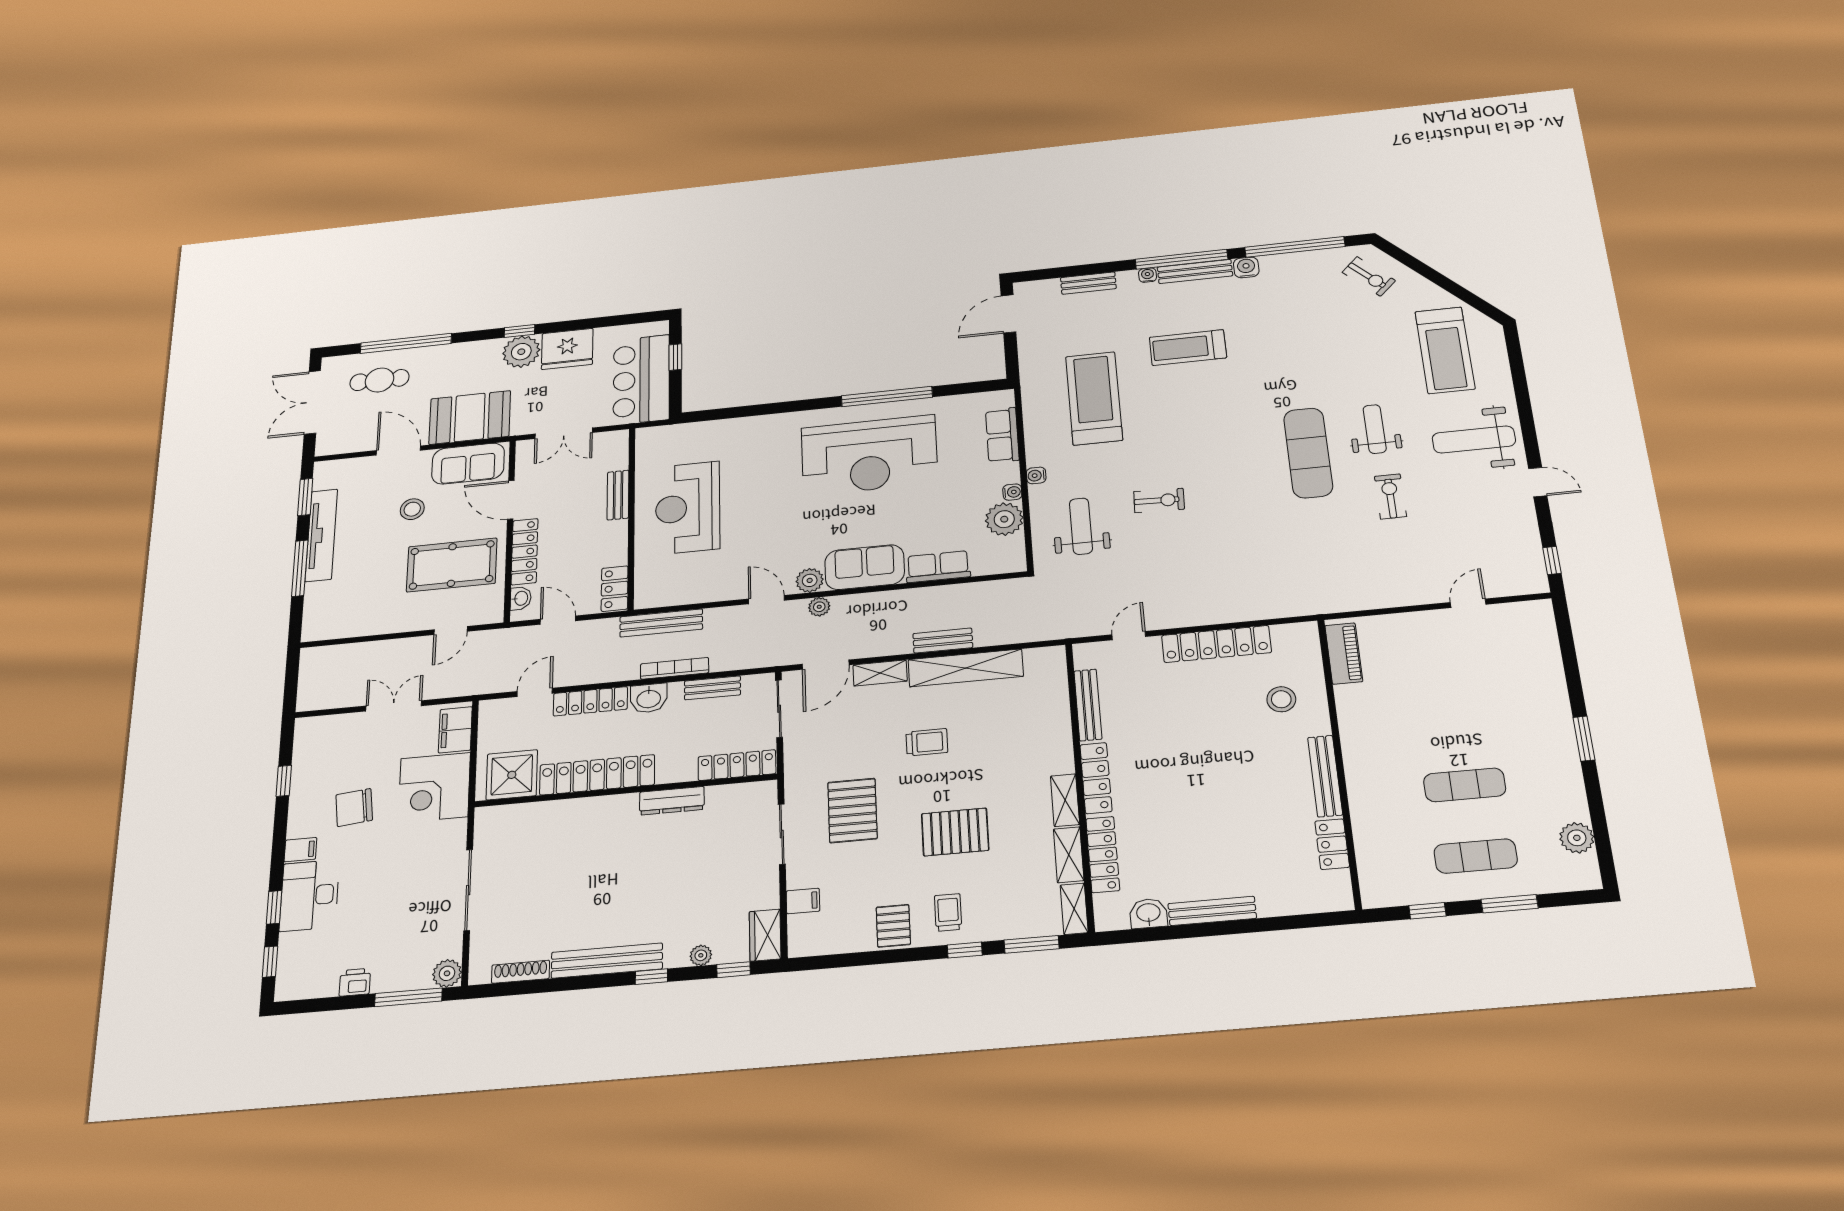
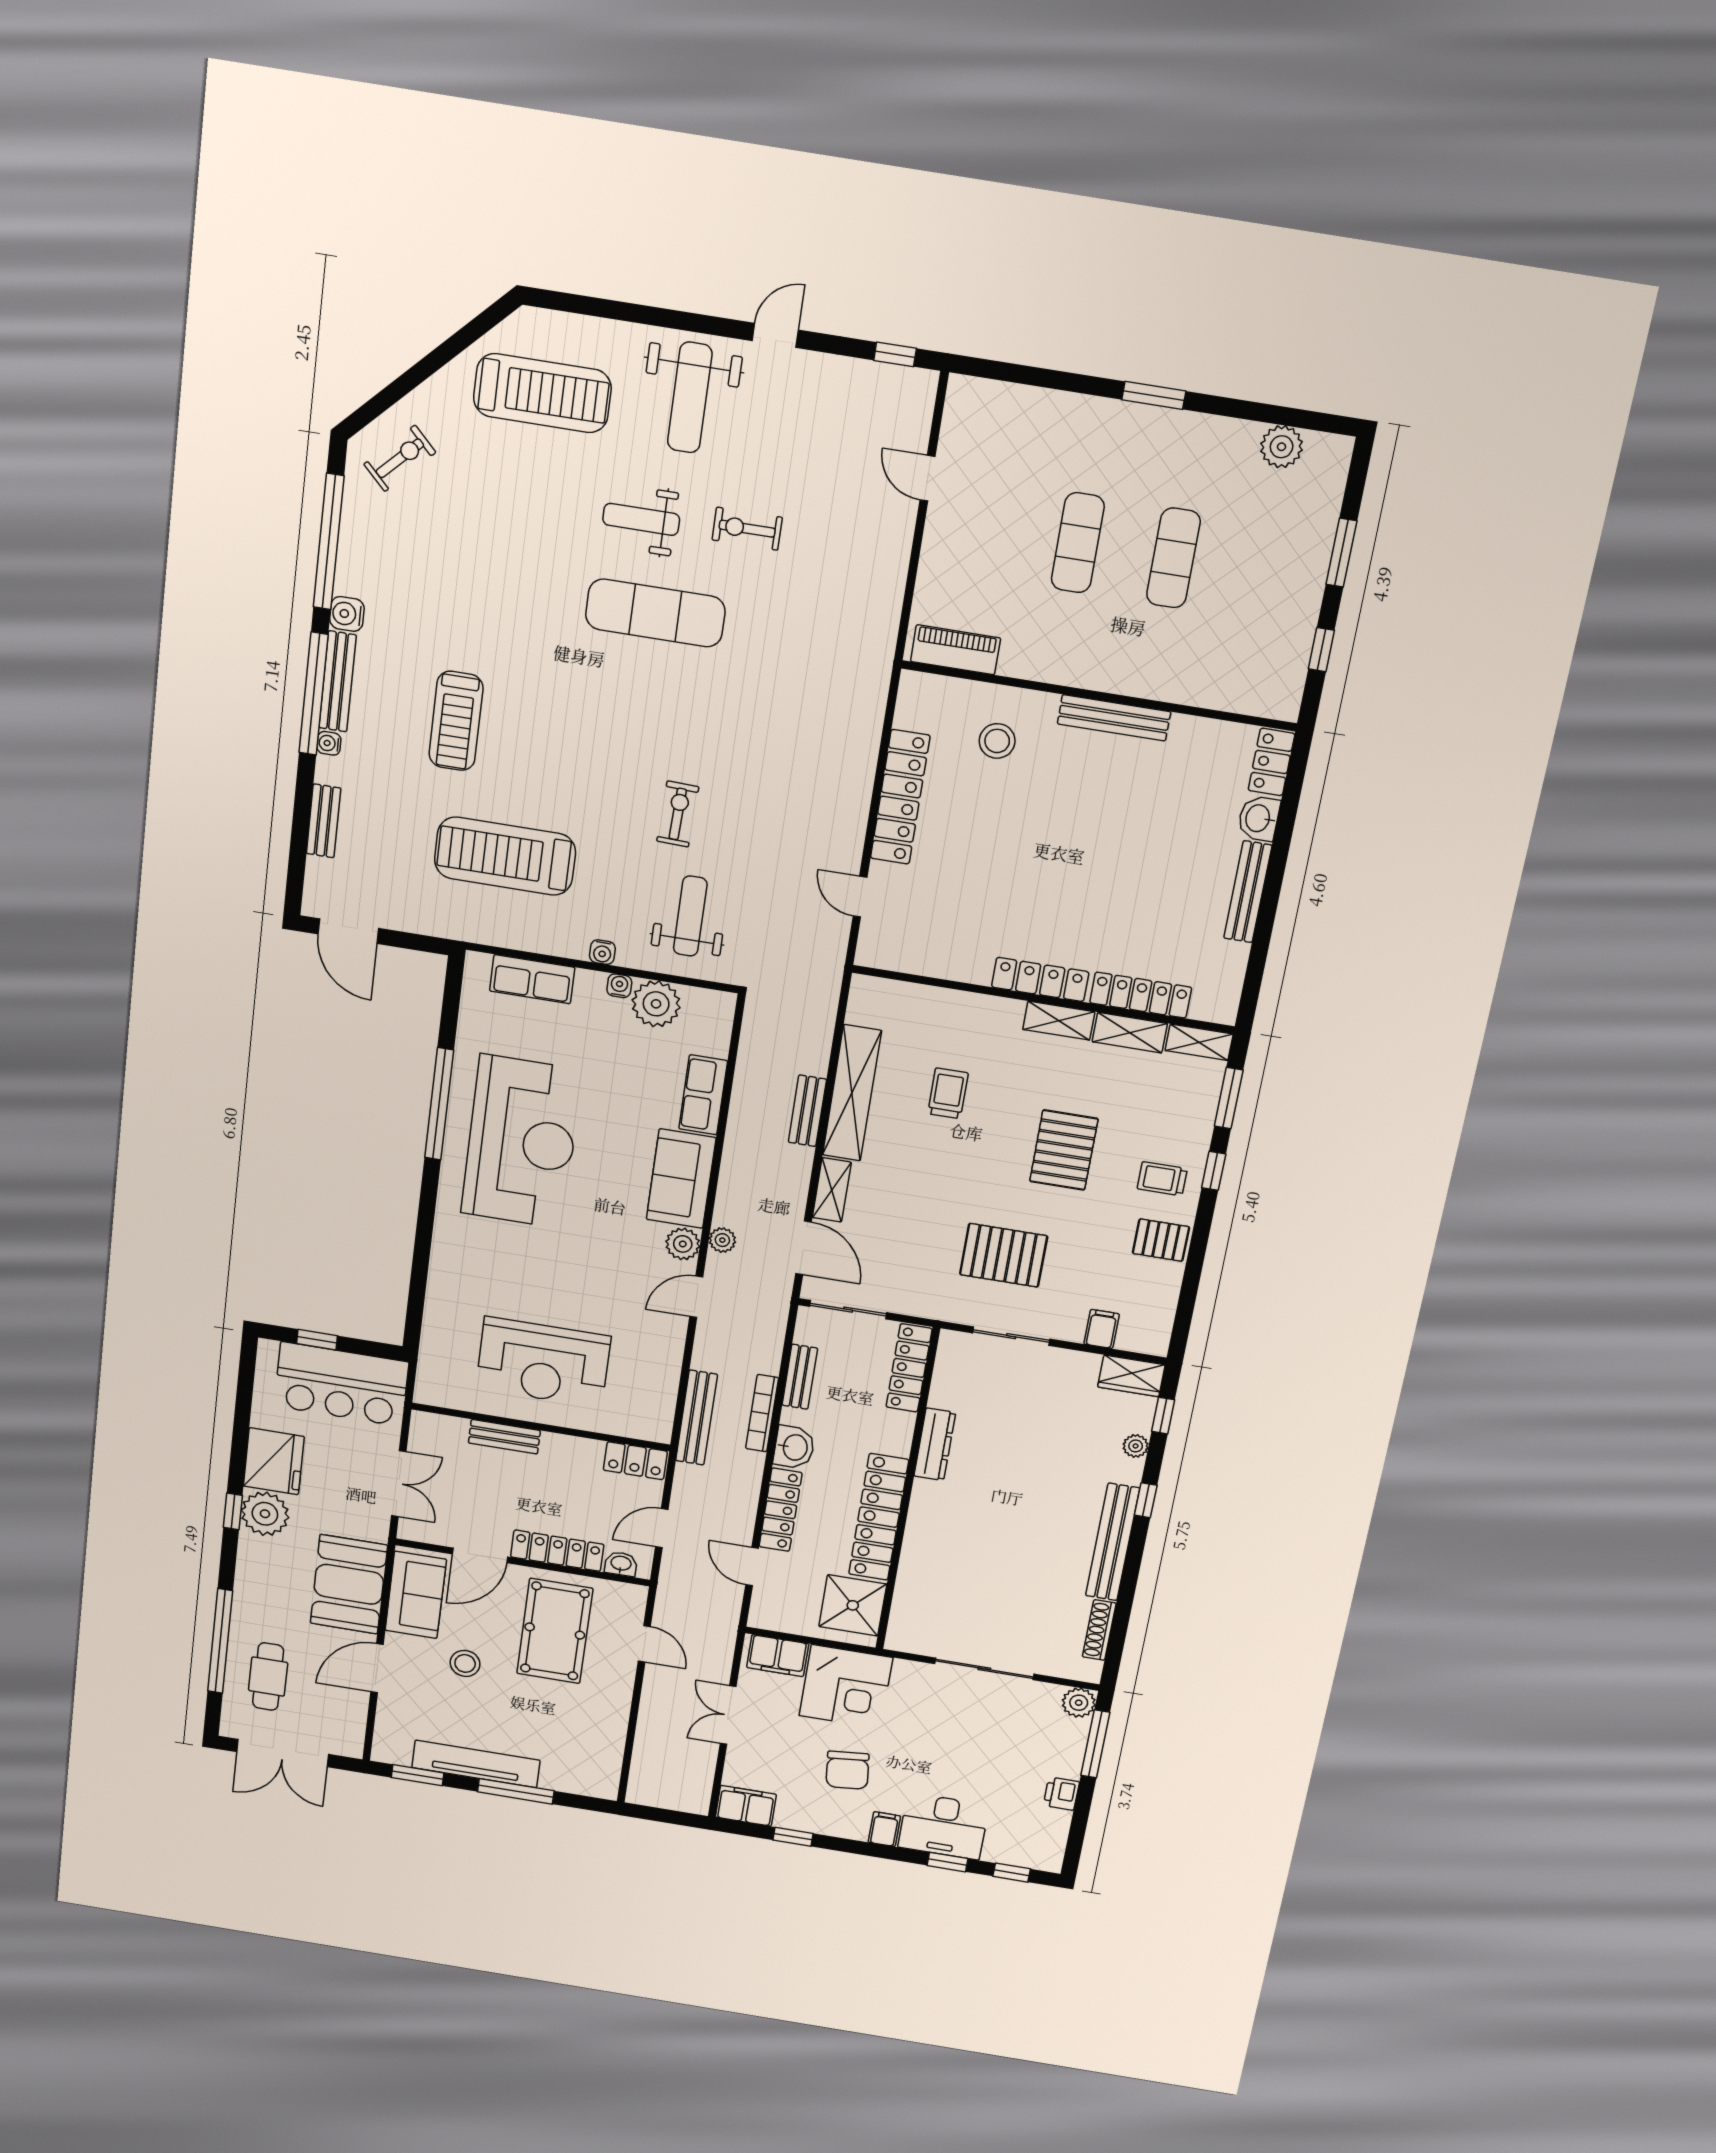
weight bench: (1081, 526) -> (690, 916), turned 90
bench: (1088, 705) -> (941, 966), removed
filing cabinet: (309, 738) -> (746, 1806), added
trolley: (927, 742) -> (948, 1093), moved
locker: (1332, 844) -> (1271, 762), moved, turned 90
exercise mat: (1476, 856) -> (1078, 543), moved
washbasin: (1148, 913) -> (1259, 818), moved

